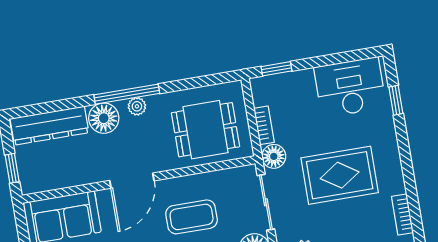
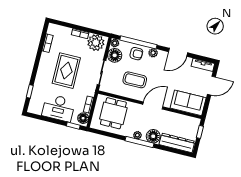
desk: (350, 87) -> (59, 108), moved
dining table: (206, 130) -> (113, 113), turned 90
floor lamp: (274, 156) -> (83, 118), moved
rug: (340, 175) -> (66, 71), turned 90

